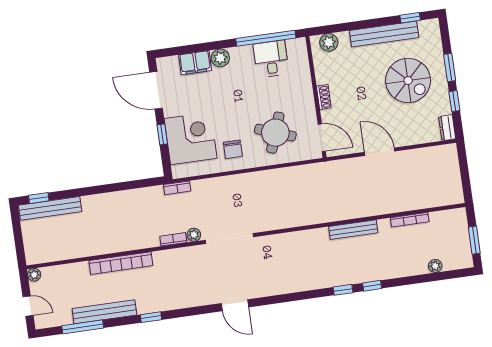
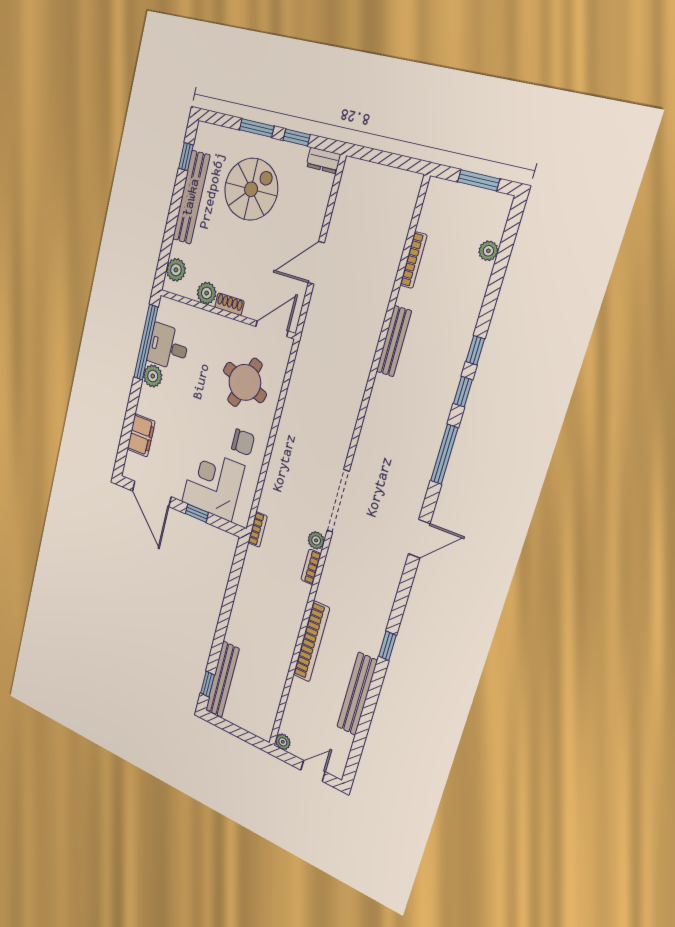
plant: (220, 58) -> (153, 376), moved
plant: (323, 75) -> (207, 293), added
door: (156, 90) -> (152, 494), hinge flipped
window: (83, 327) -> (444, 454), moved

